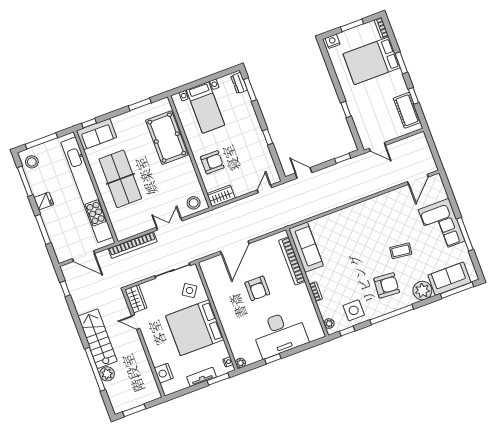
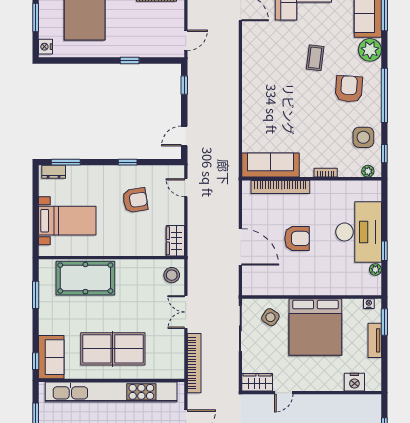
armchair: (212, 162) -> (135, 200), moved, turned 81
plant: (241, 363) -> (375, 270), moved

